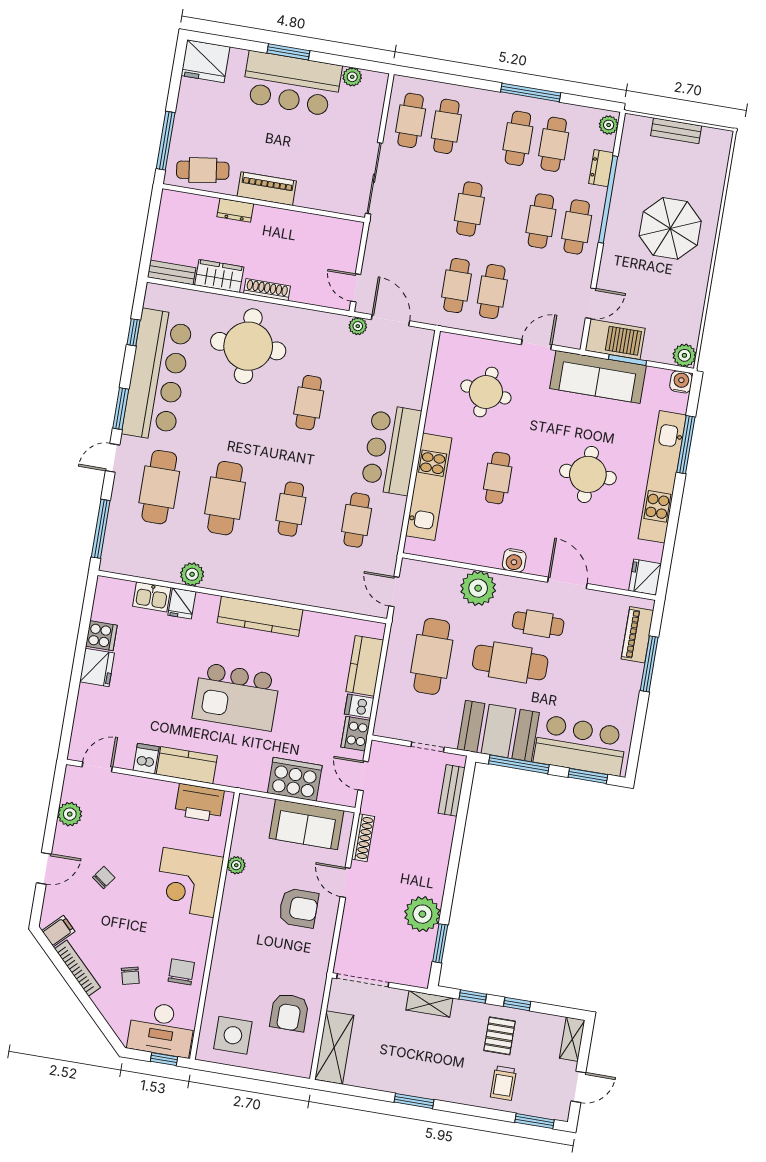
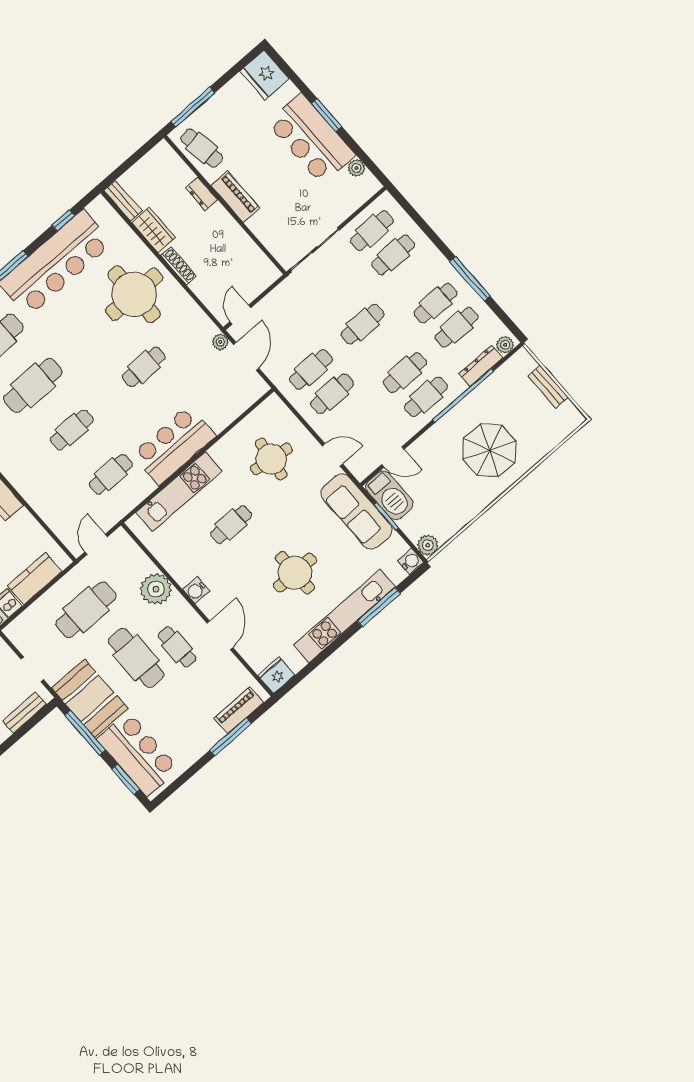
dresser: (601, 168) -> (481, 366), width x1.44

